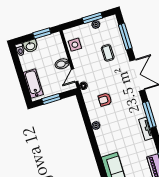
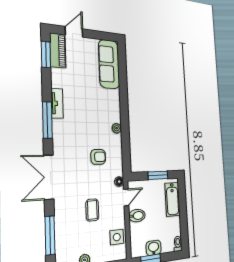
washbasin: (30, 46) -> (154, 248), moved
coffee table: (108, 53) -> (92, 210), moved

